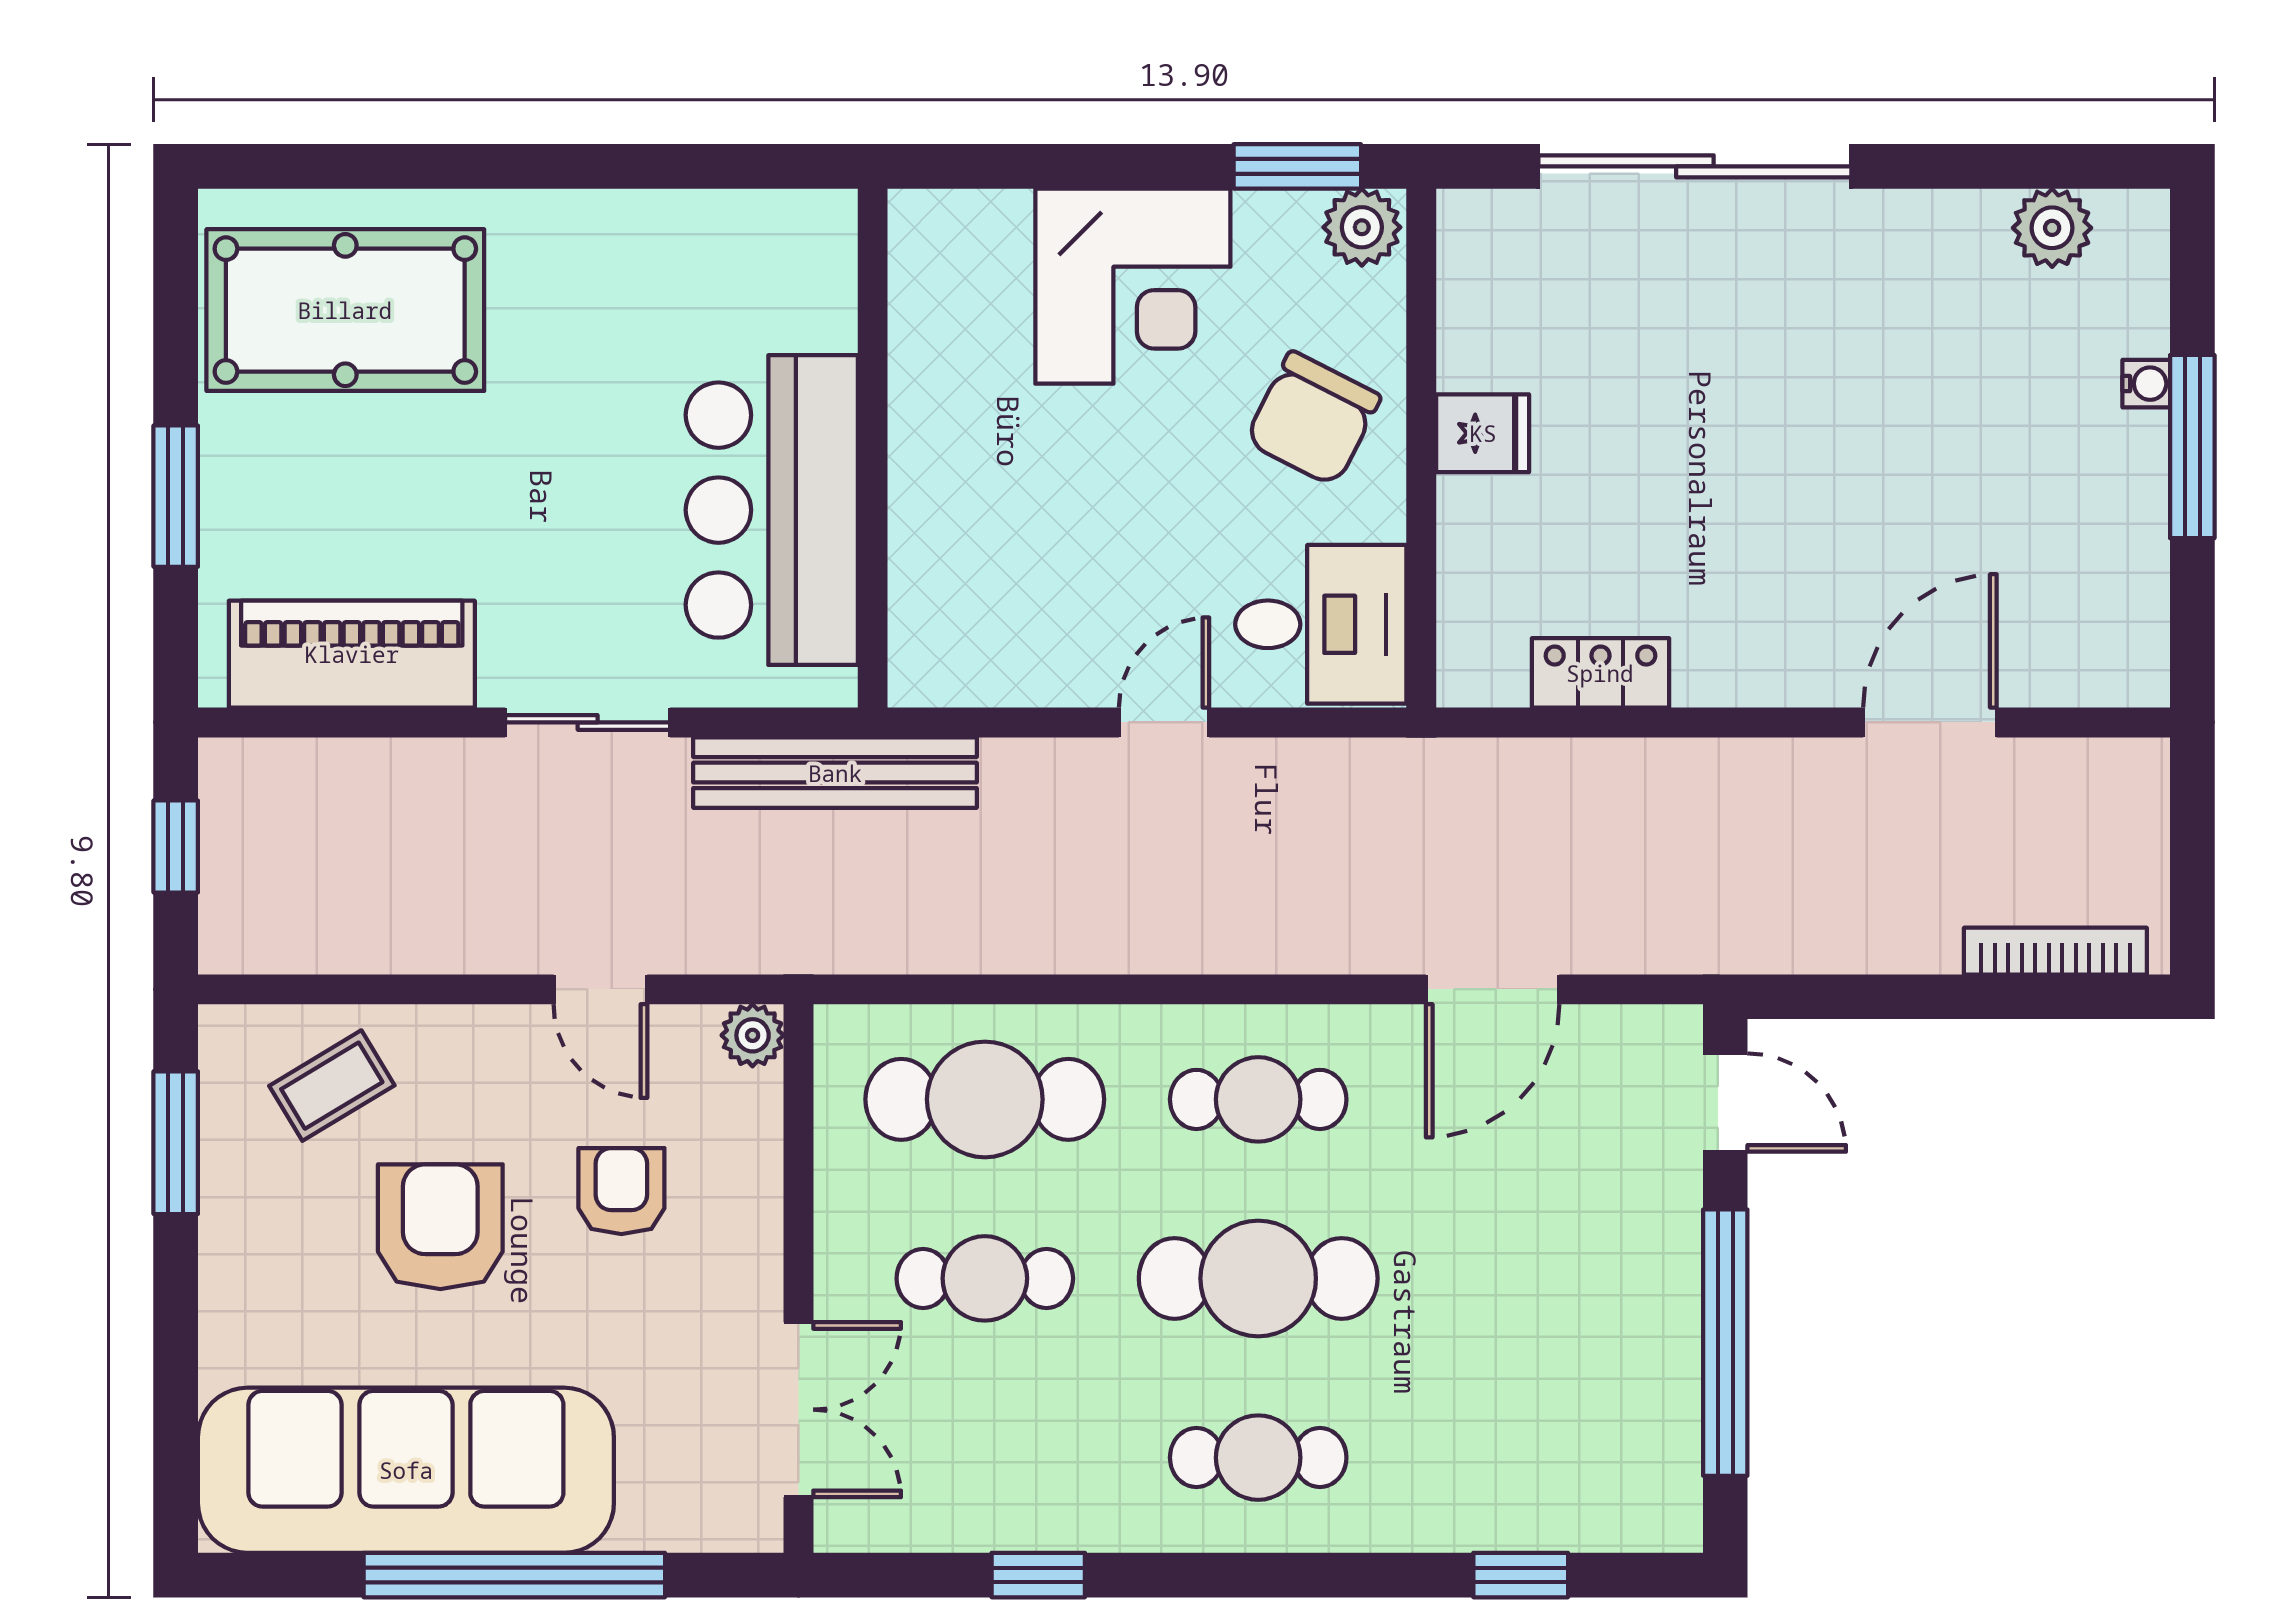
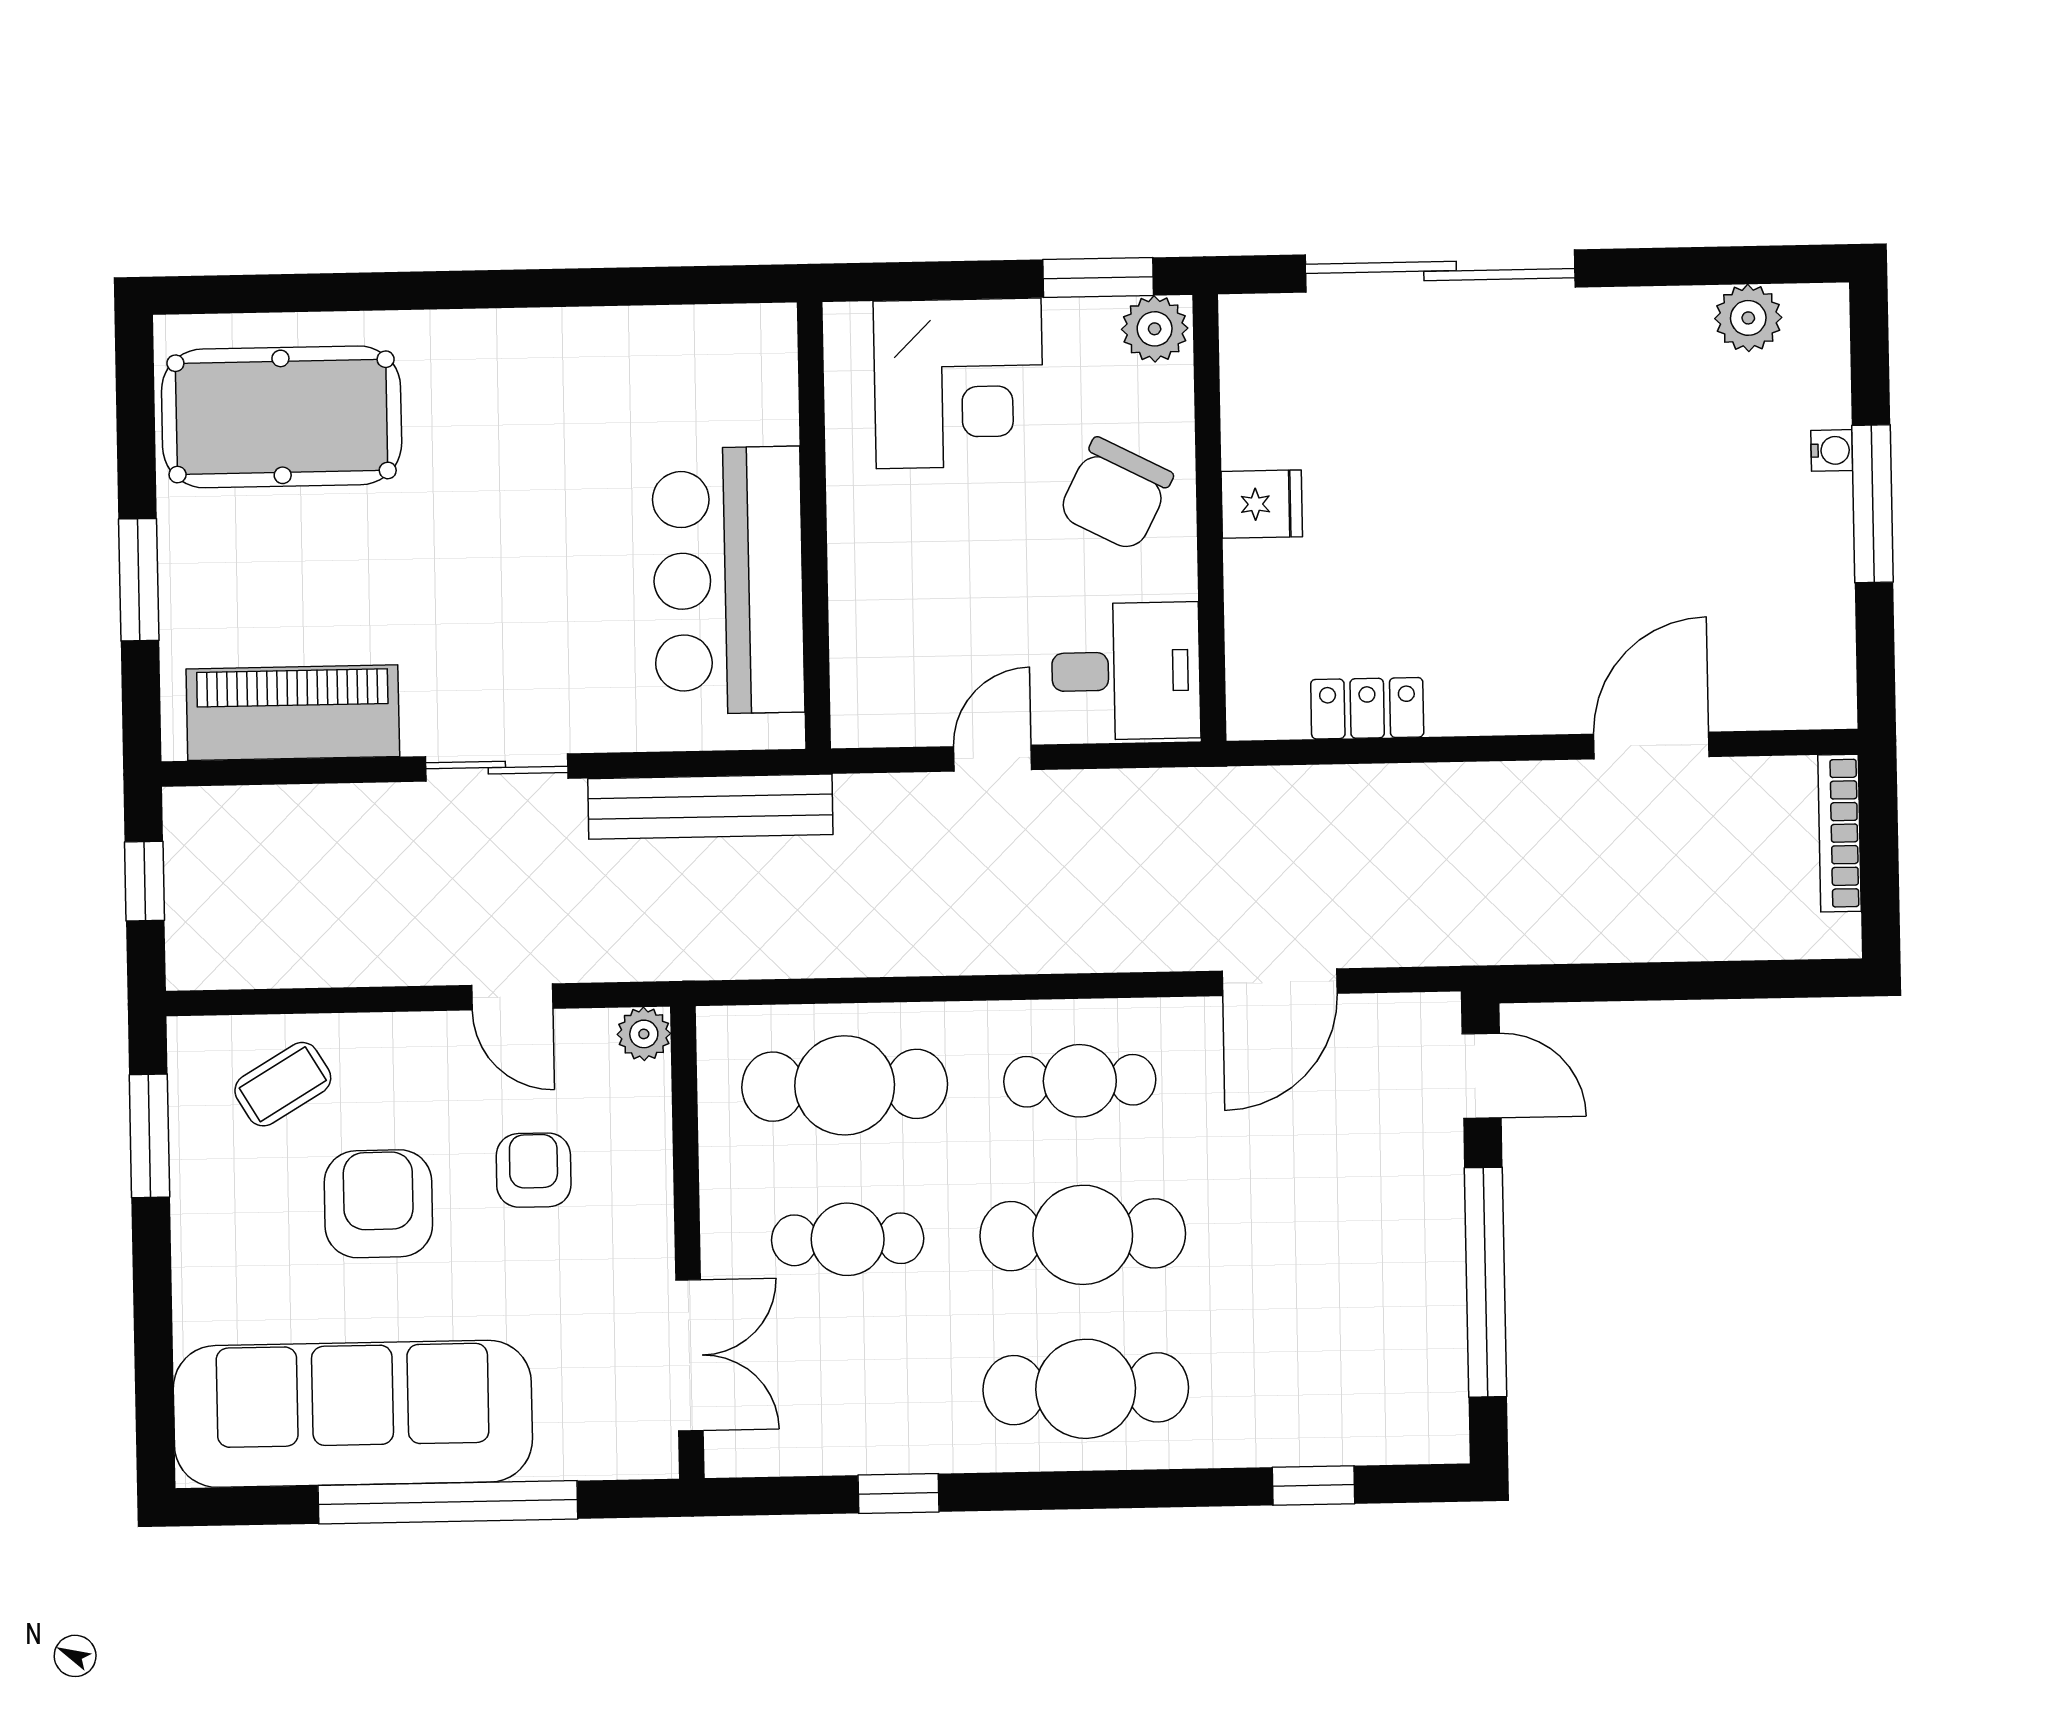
wall: (873, 448) -> (814, 525), moved
bar counter: (772, 510) -> (728, 580), moved
bookcase: (2055, 951) -> (1840, 833), moved, turned -90
cafe table: (1258, 1458) -> (1086, 1389), width x1.37, depth x1.35

